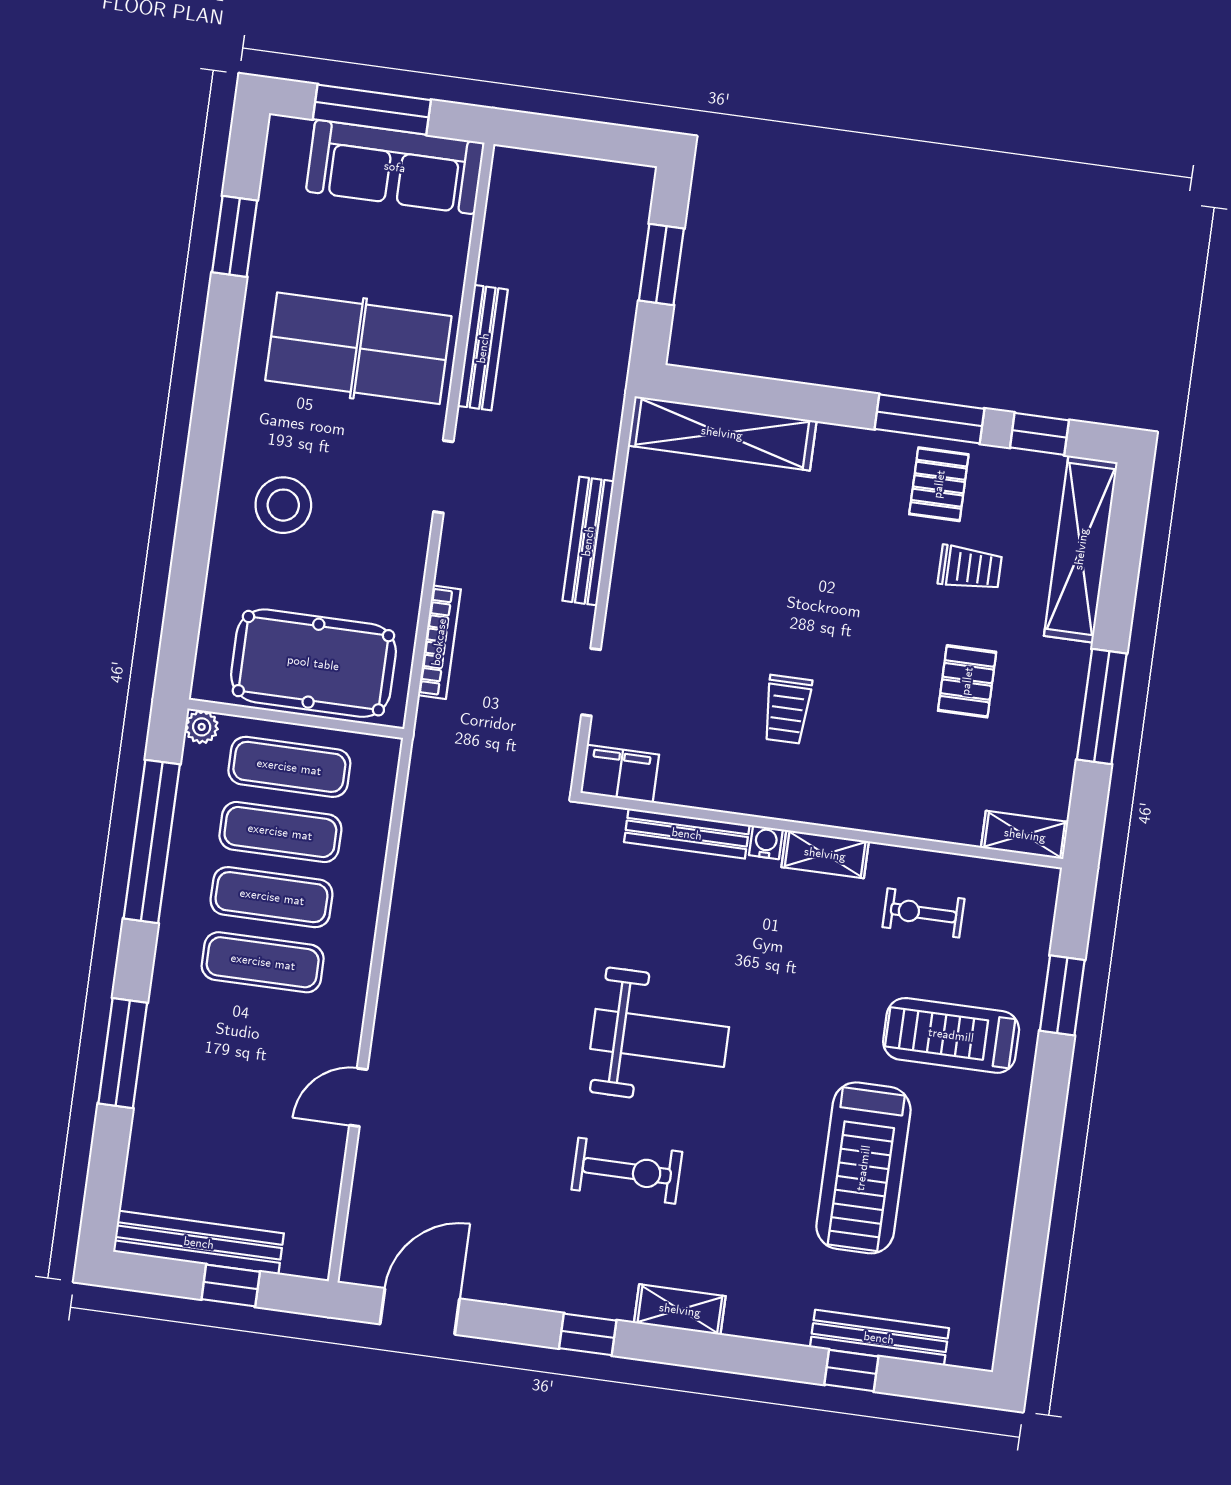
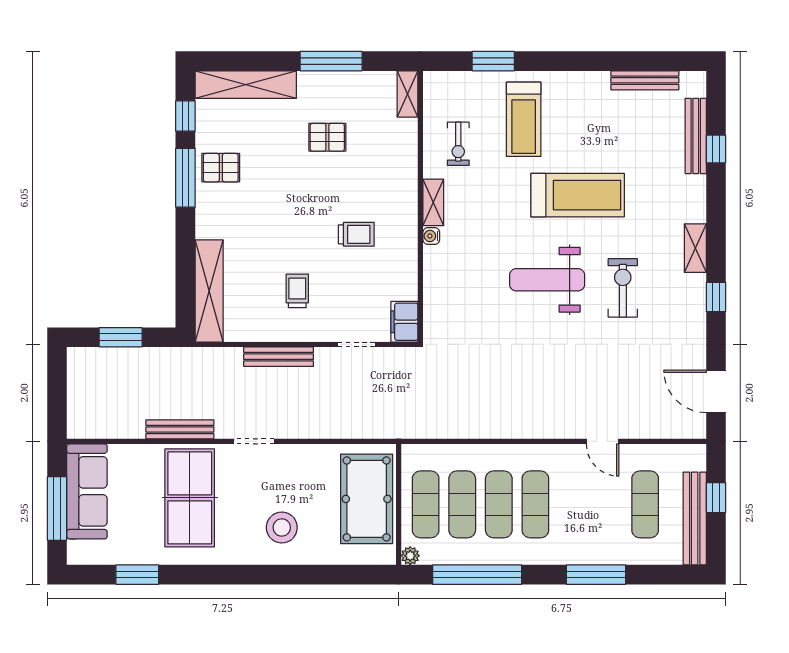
trolley: (970, 568) -> (297, 291), moved
bookcase: (439, 642) -> (346, 431), removed
bench: (687, 834) -> (645, 80), moved, turned 90
weight bench: (660, 1038) -> (547, 280), turned -90
exercise mat: (236, 1158) -> (645, 504), added
treadmill: (863, 1168) -> (578, 195), moved

